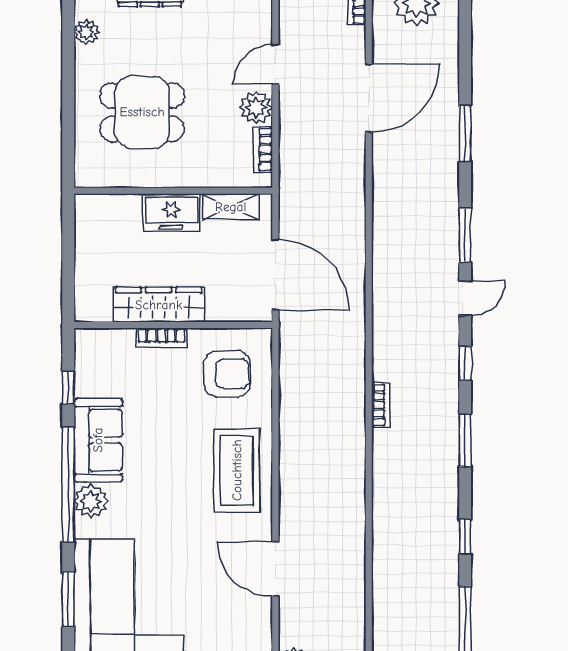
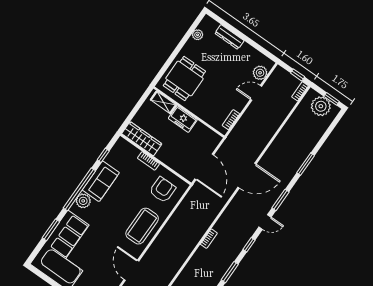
door: (369, 98) -> (247, 176), moved
plant: (256, 107) -> (260, 73), moved
dining table: (142, 112) -> (184, 78), moved, turned 90
shelving: (231, 207) -> (163, 102), moved
wardrobe: (159, 305) -> (142, 139), moved
armchair: (227, 374) -> (162, 190), turned -90

